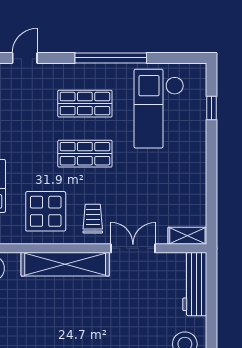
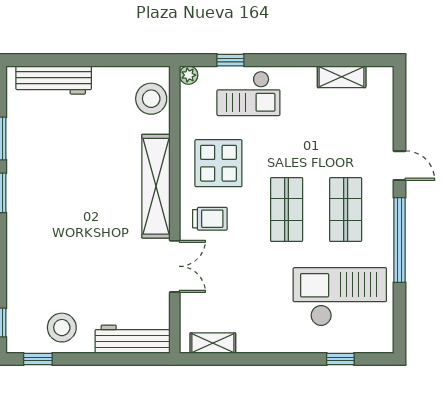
door: (25, 58) -> (400, 166), moved
shelving: (187, 236) -> (213, 343), moved, turned 90

